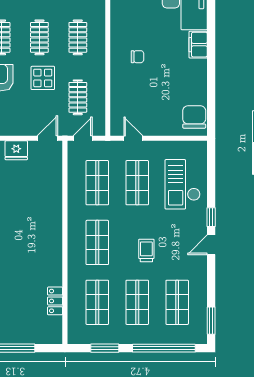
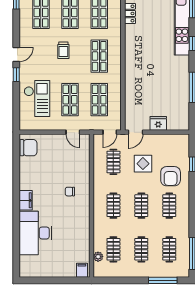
display table: (43, 78) -> (143, 164), moved
chair: (194, 117) -> (29, 148), turned -90

